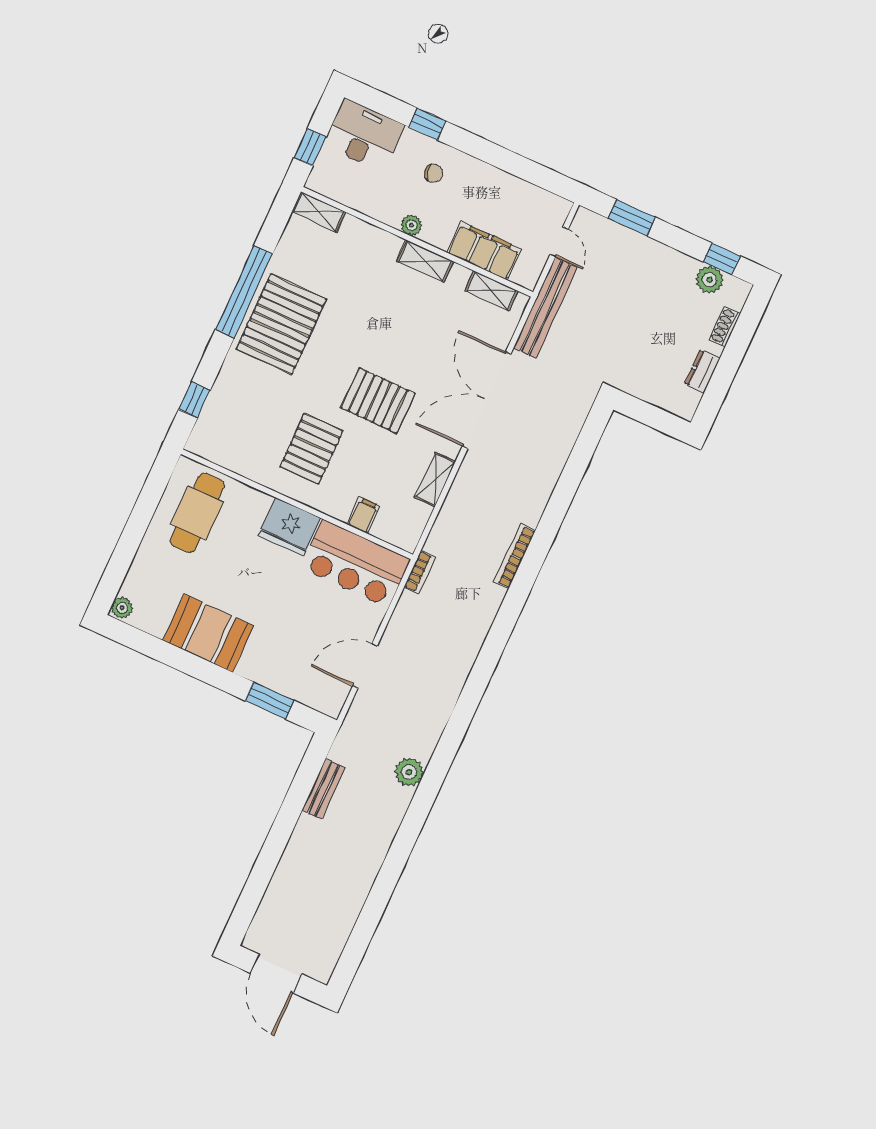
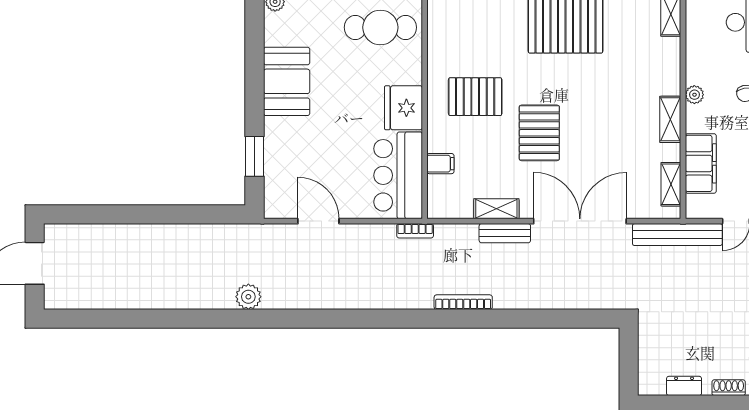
bench: (323, 789) -> (505, 233), moved

